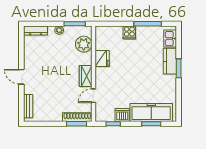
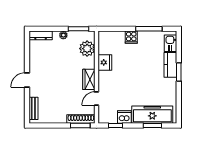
door: (21, 77) -> (27, 80), hinge flipped

